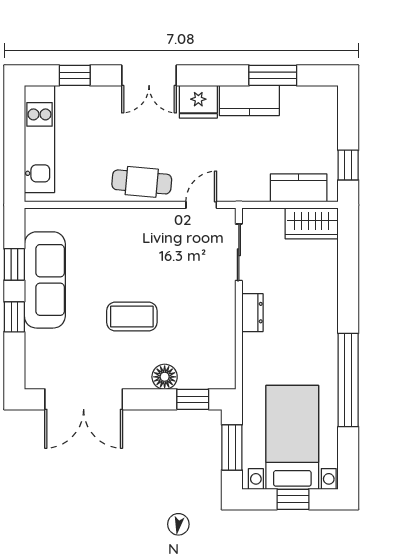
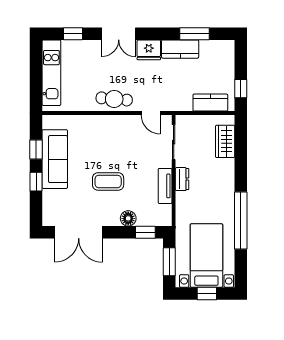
door: (201, 205) -> (151, 113), swing flipped
wardrobe: (312, 223) -> (225, 141), moved, turned 90
tv unit: (225, 324) -> (165, 186), added

